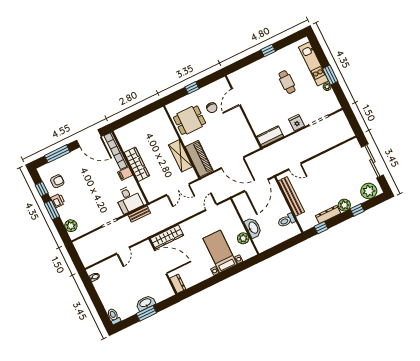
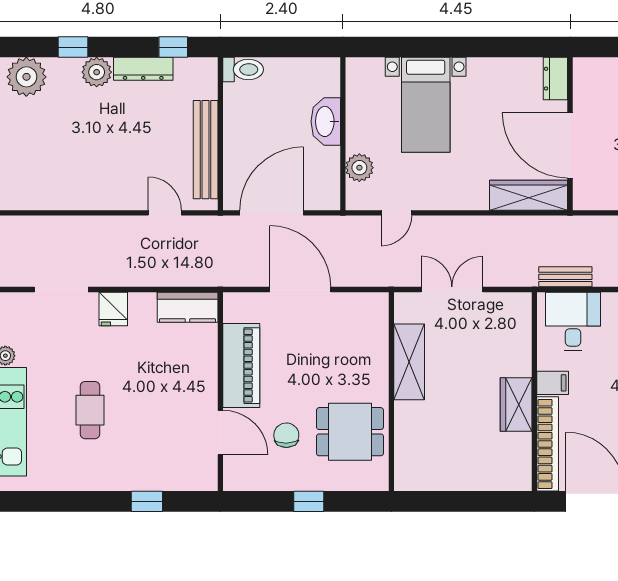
window: (268, 51) -> (147, 501), moved
door: (236, 97) -> (220, 433), hinge flipped
piano: (199, 159) -> (241, 366), moved, turned 180
wardrobe: (137, 164) -> (516, 405), width x0.67
toilet: (286, 220) -> (243, 70), moved
plant: (243, 238) -> (359, 168), moved

